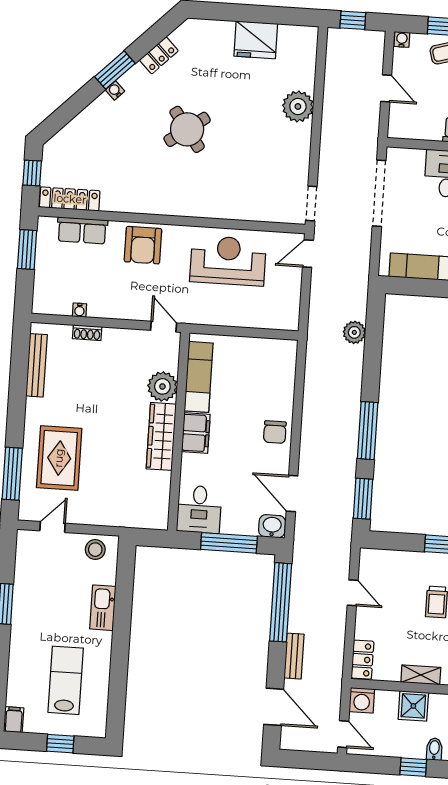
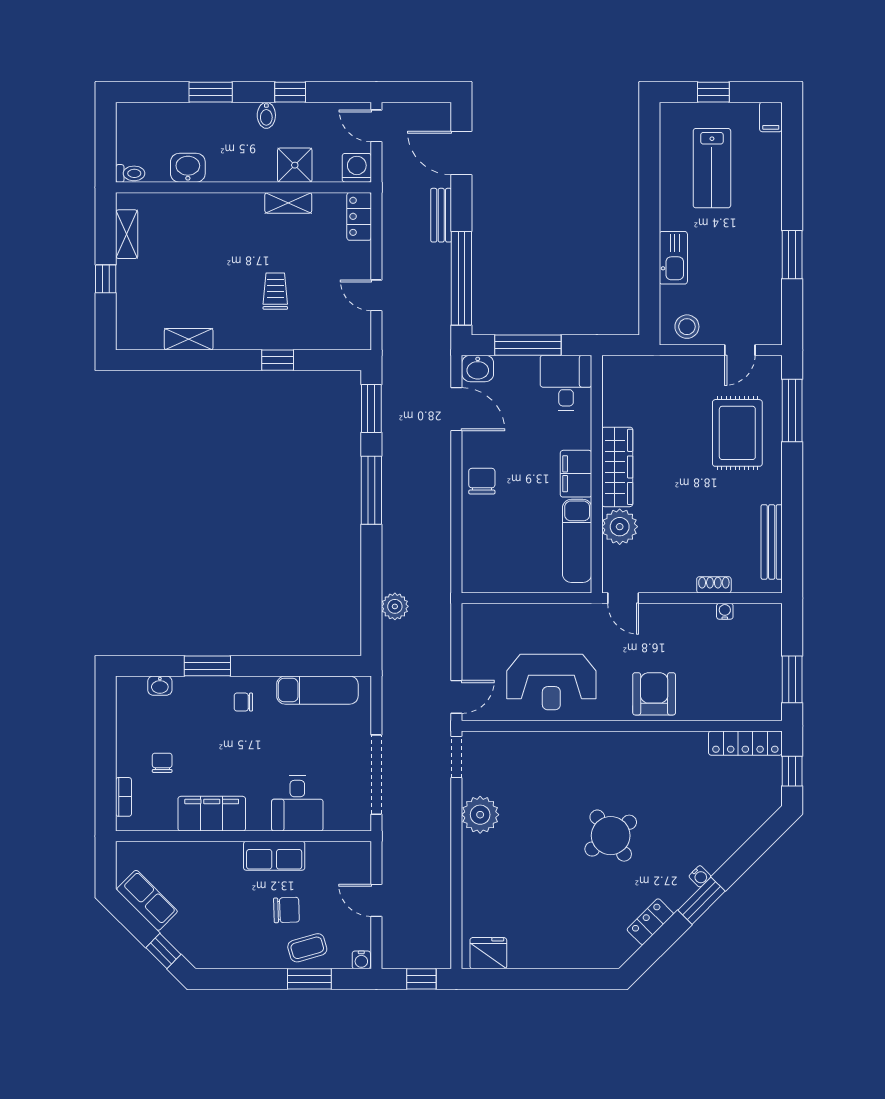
fridge: (256, 40) -> (488, 953), moved, width x0.73, depth x0.75
plant: (298, 106) -> (480, 815), moved
row of seats: (82, 230) -> (728, 707), removed

